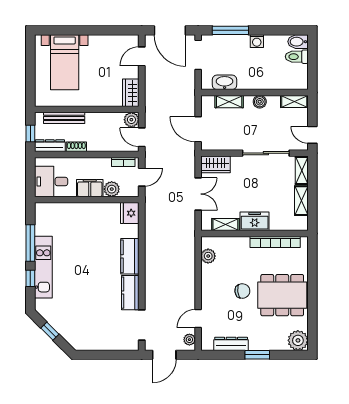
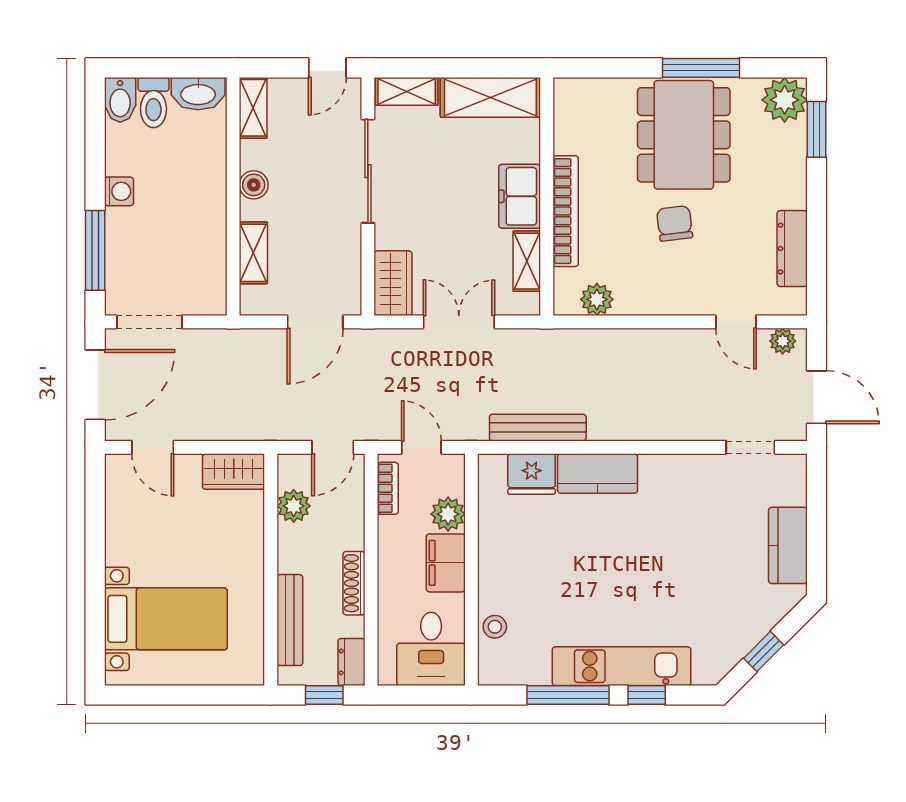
washbasin: (225, 82) -> (198, 94), moved, turned -90
plant: (131, 120) -> (294, 506), moved
dresser: (50, 146) -> (352, 662), width x0.70
shoe rack: (76, 147) -> (354, 583), width x1.43
shelving: (301, 201) -> (490, 97), width x1.50, depth x1.33
stool: (61, 210) -> (495, 627), added
fridge: (130, 213) -> (532, 474), moved
bench: (151, 229) -> (538, 428), added
bookcase: (275, 242) -> (566, 211), moved
kitchen counter: (130, 293) -> (788, 545), moved, turned 90
window: (312, 303) -> (701, 68), added
doorway: (142, 325) -> (750, 447), width x0.73
window: (257, 355) -> (816, 129), moved

